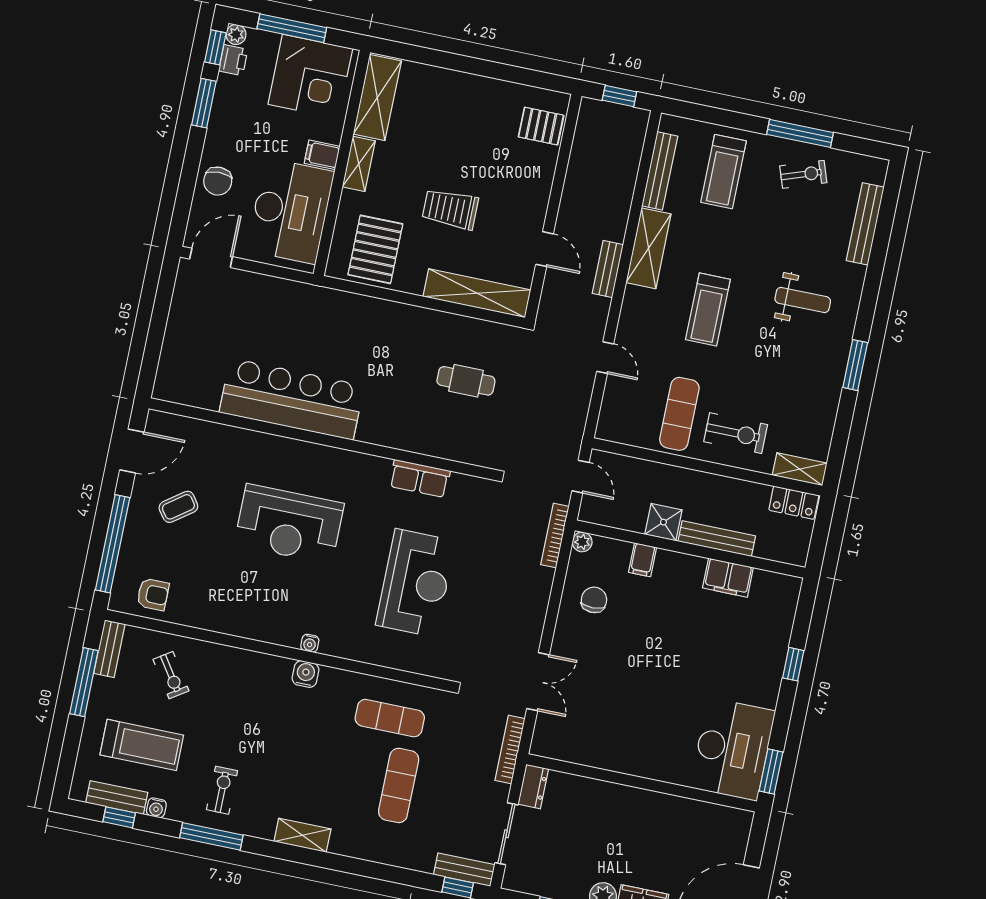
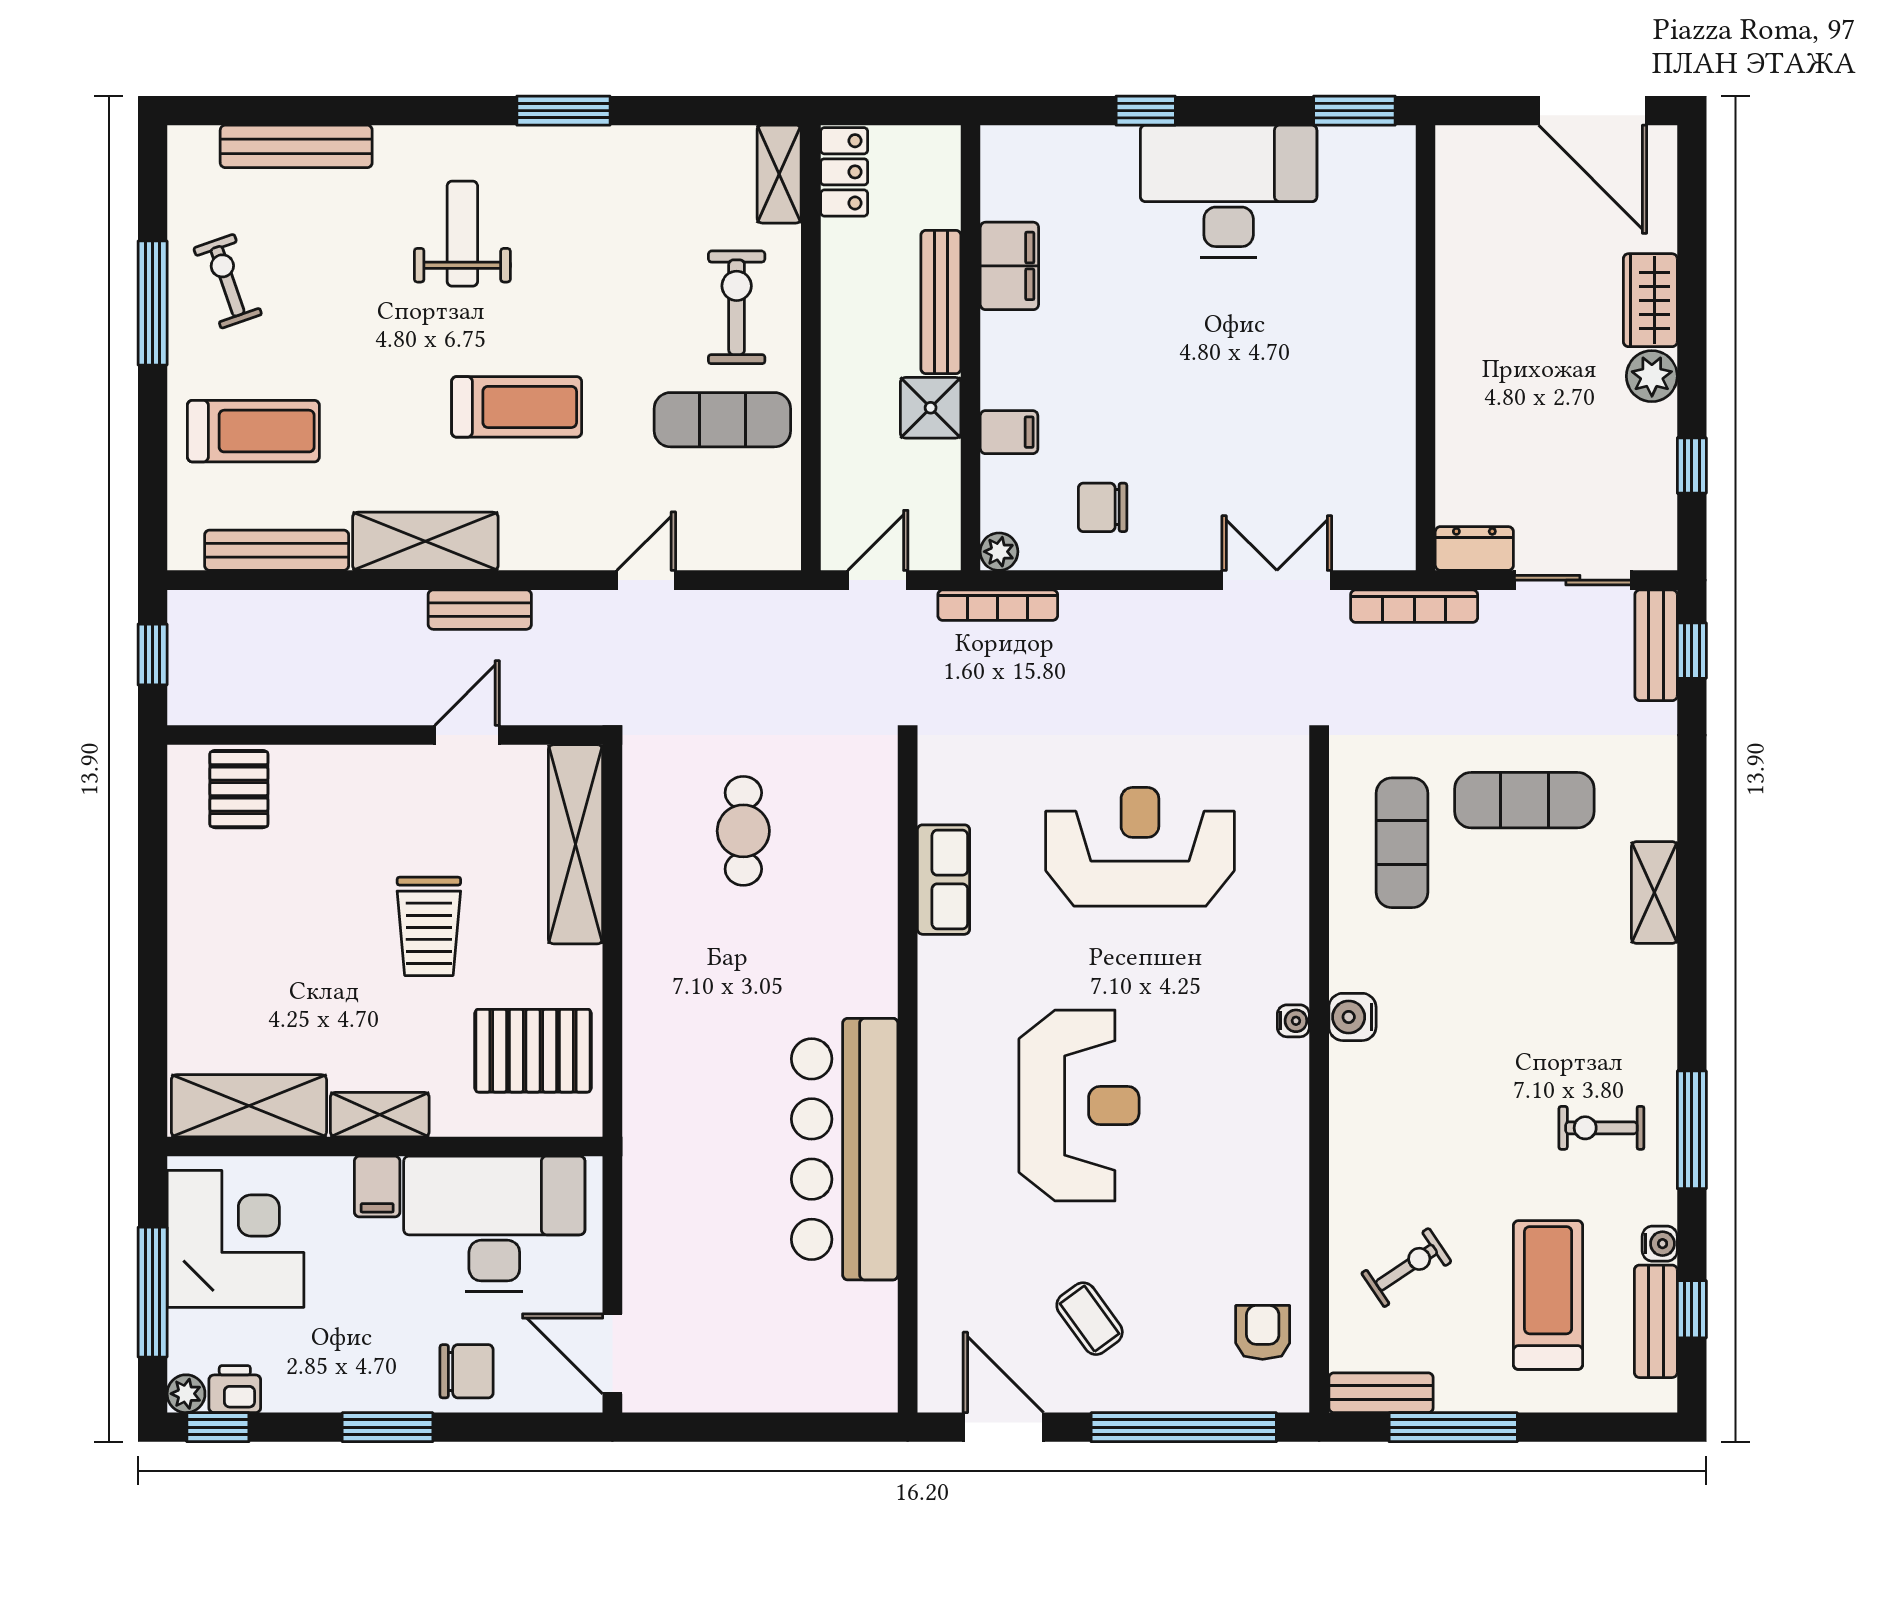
window: (204, 103) -> (387, 1427), moved
desk: (732, 749) -> (1229, 191), moved
shelving: (302, 835) -> (1654, 892), moved

